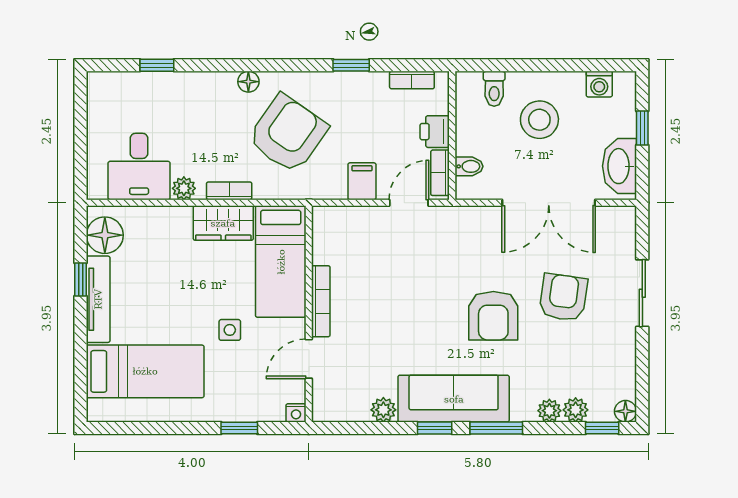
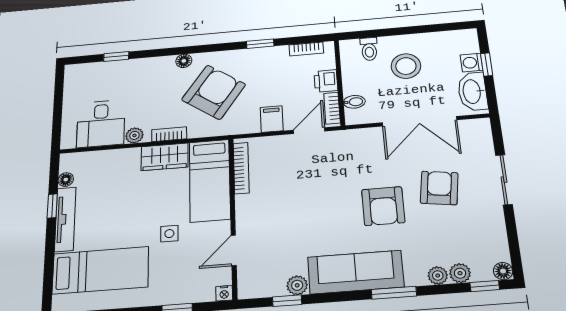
washing machine: (599, 84) -> (471, 63), moved, turned 90
floor lamp: (105, 235) -> (66, 180), width x0.53, depth x0.53
bookcase: (321, 301) -> (241, 168), moved
window: (435, 428) -> (287, 301), moved

